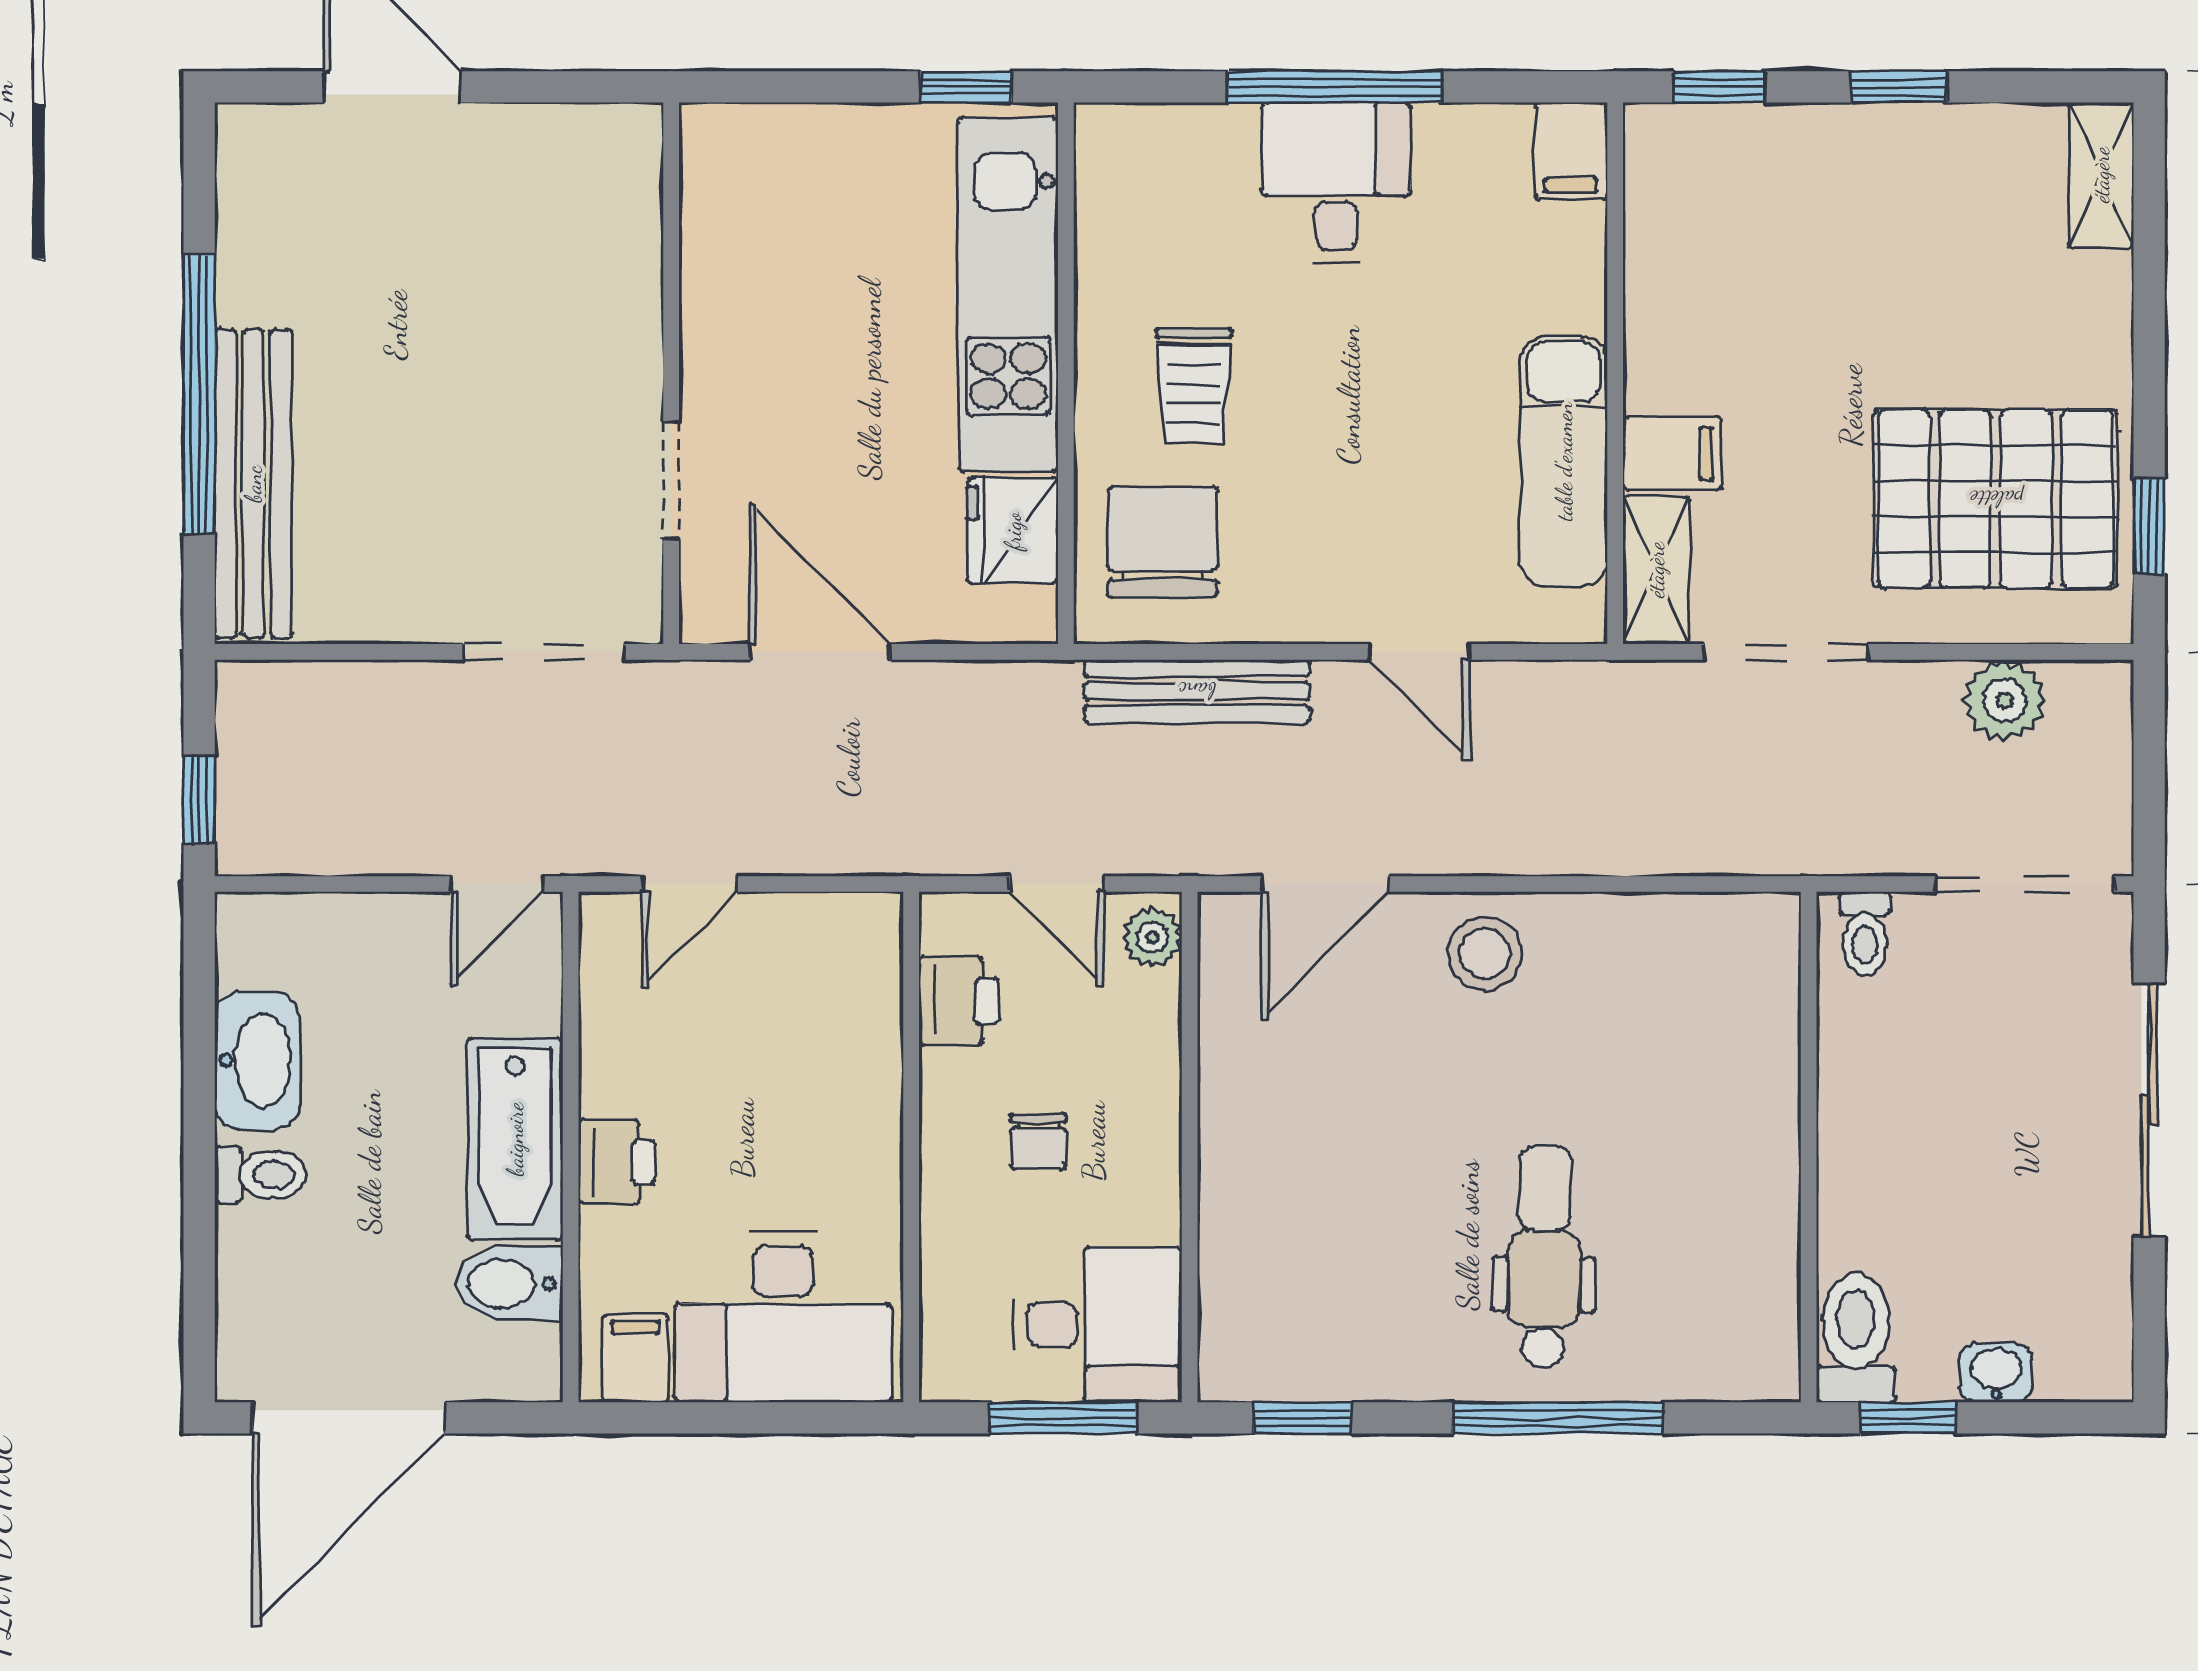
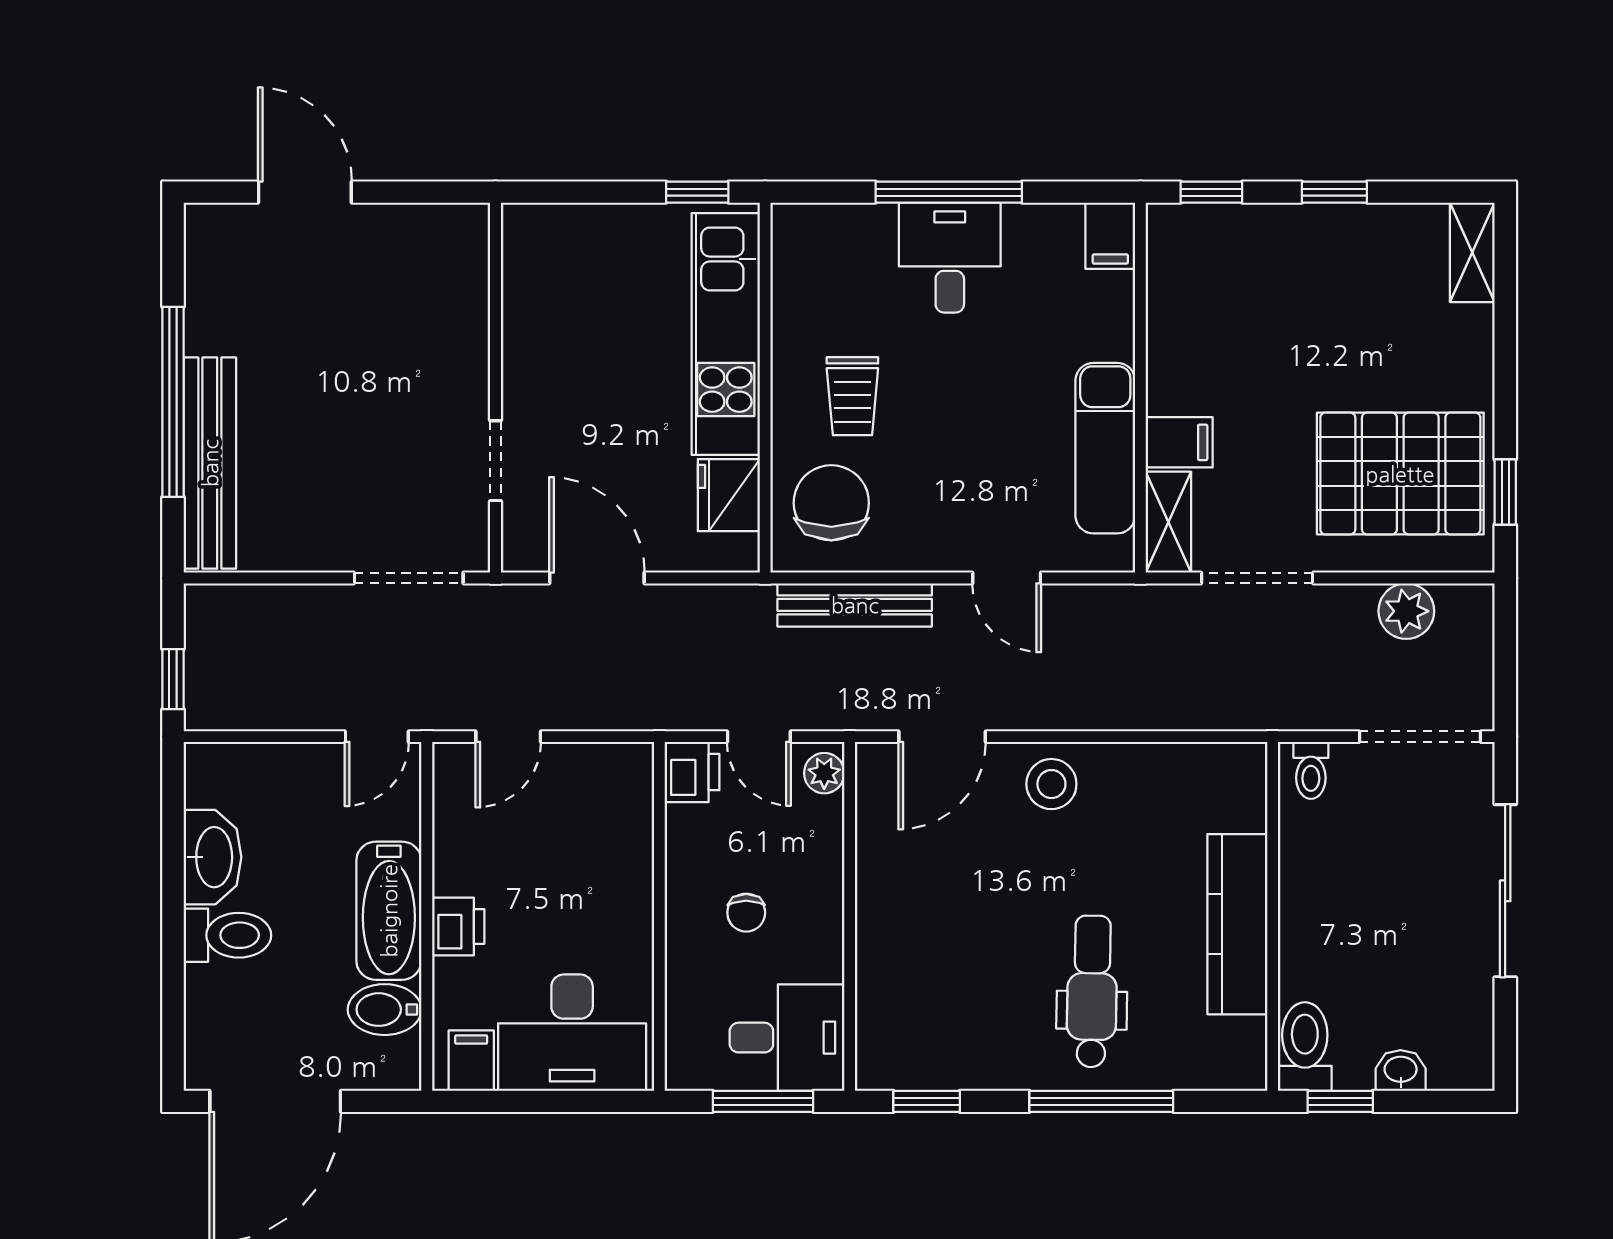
printer: (959, 1001) -> (692, 772), moved
kitchen counter: (1757, 1159) -> (1237, 924), added
toilet: (261, 1175) -> (227, 935), width x1.37, depth x1.39

